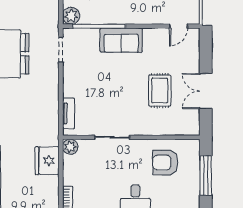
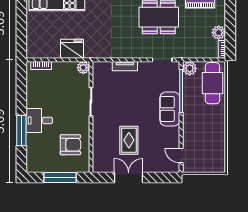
rug: (160, 91) -> (129, 140), turned 90
tv unit: (68, 113) -> (125, 66), moved
armchair: (165, 163) -> (70, 145), turned 90

